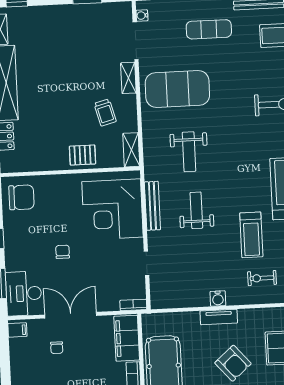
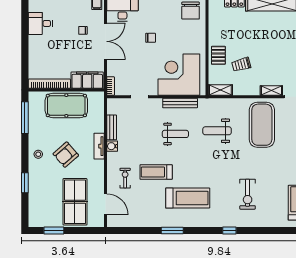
trolley: (105, 112) -> (241, 64), moved
bench: (191, 301) -> (112, 127), added

